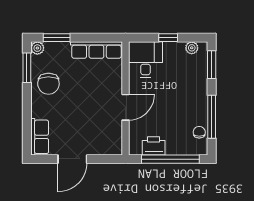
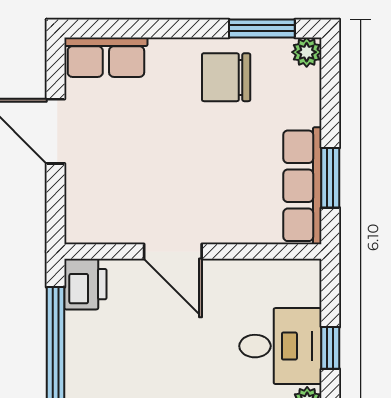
window: (57, 38) -> (330, 178), moved
desk: (146, 60) -> (280, 346), moved
printer: (154, 146) -> (85, 284), moved

